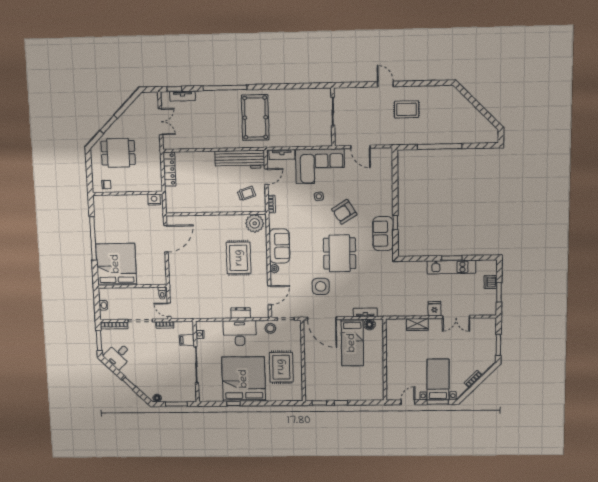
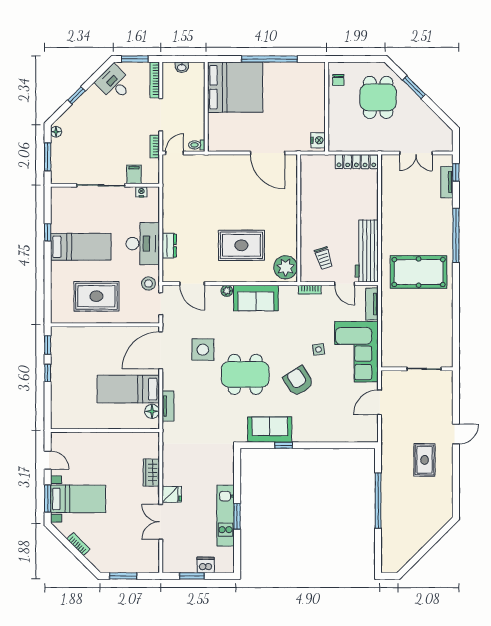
bed: (244, 379) -> (81, 247), width x0.49

